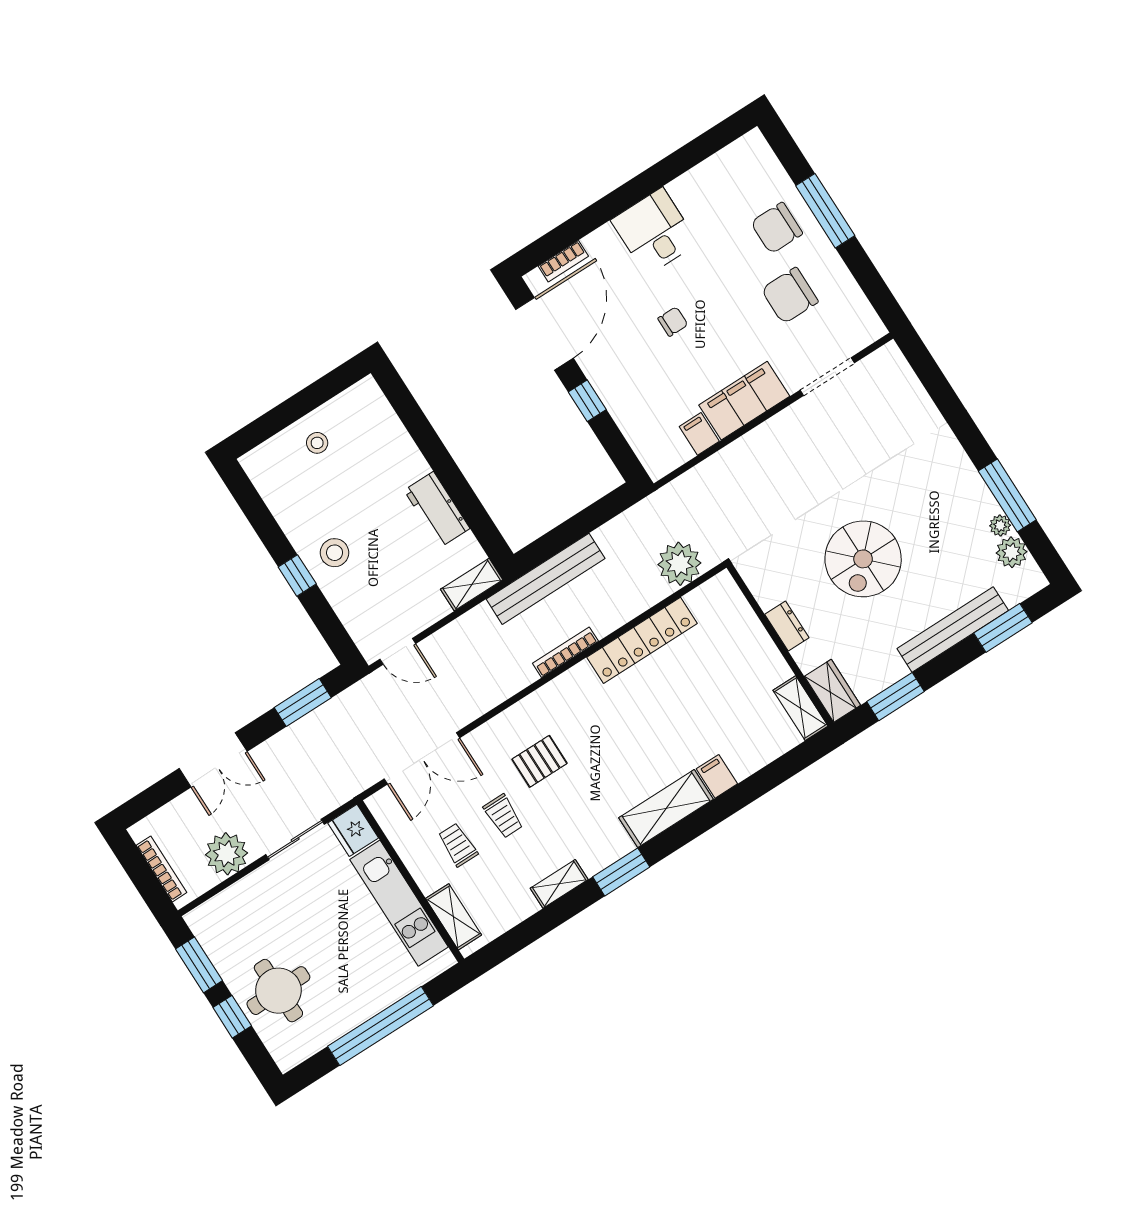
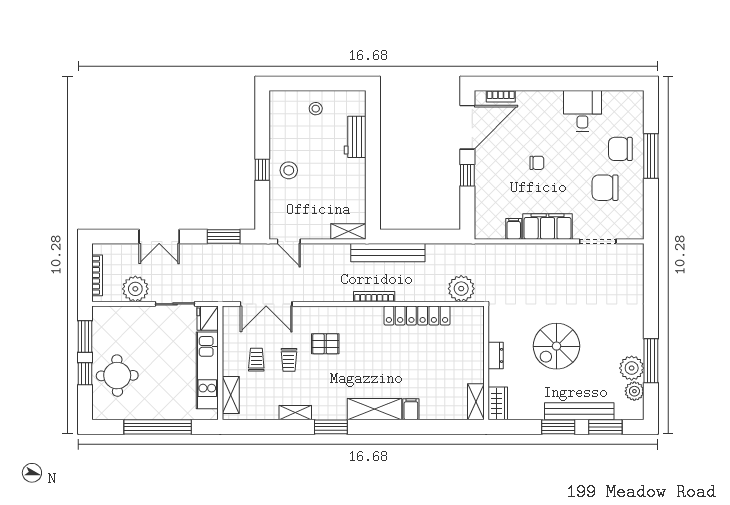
desk: (654, 232) -> (582, 111), moved
workbench: (437, 509) -> (355, 137), moved
plant: (1000, 526) -> (632, 368), width x1.88, depth x1.88
window: (896, 697) -> (558, 427), moved

